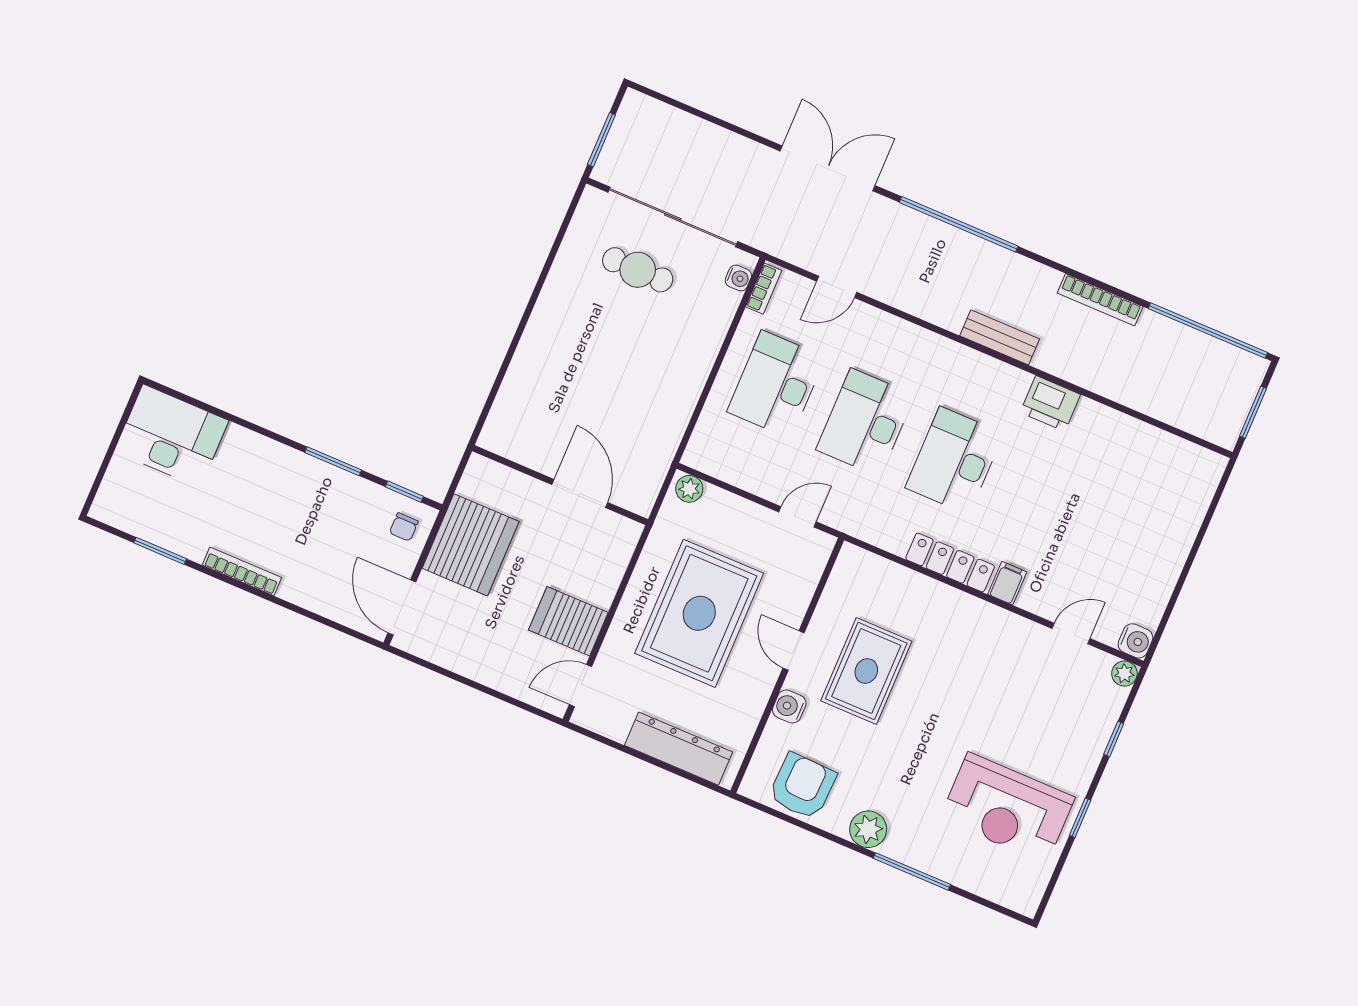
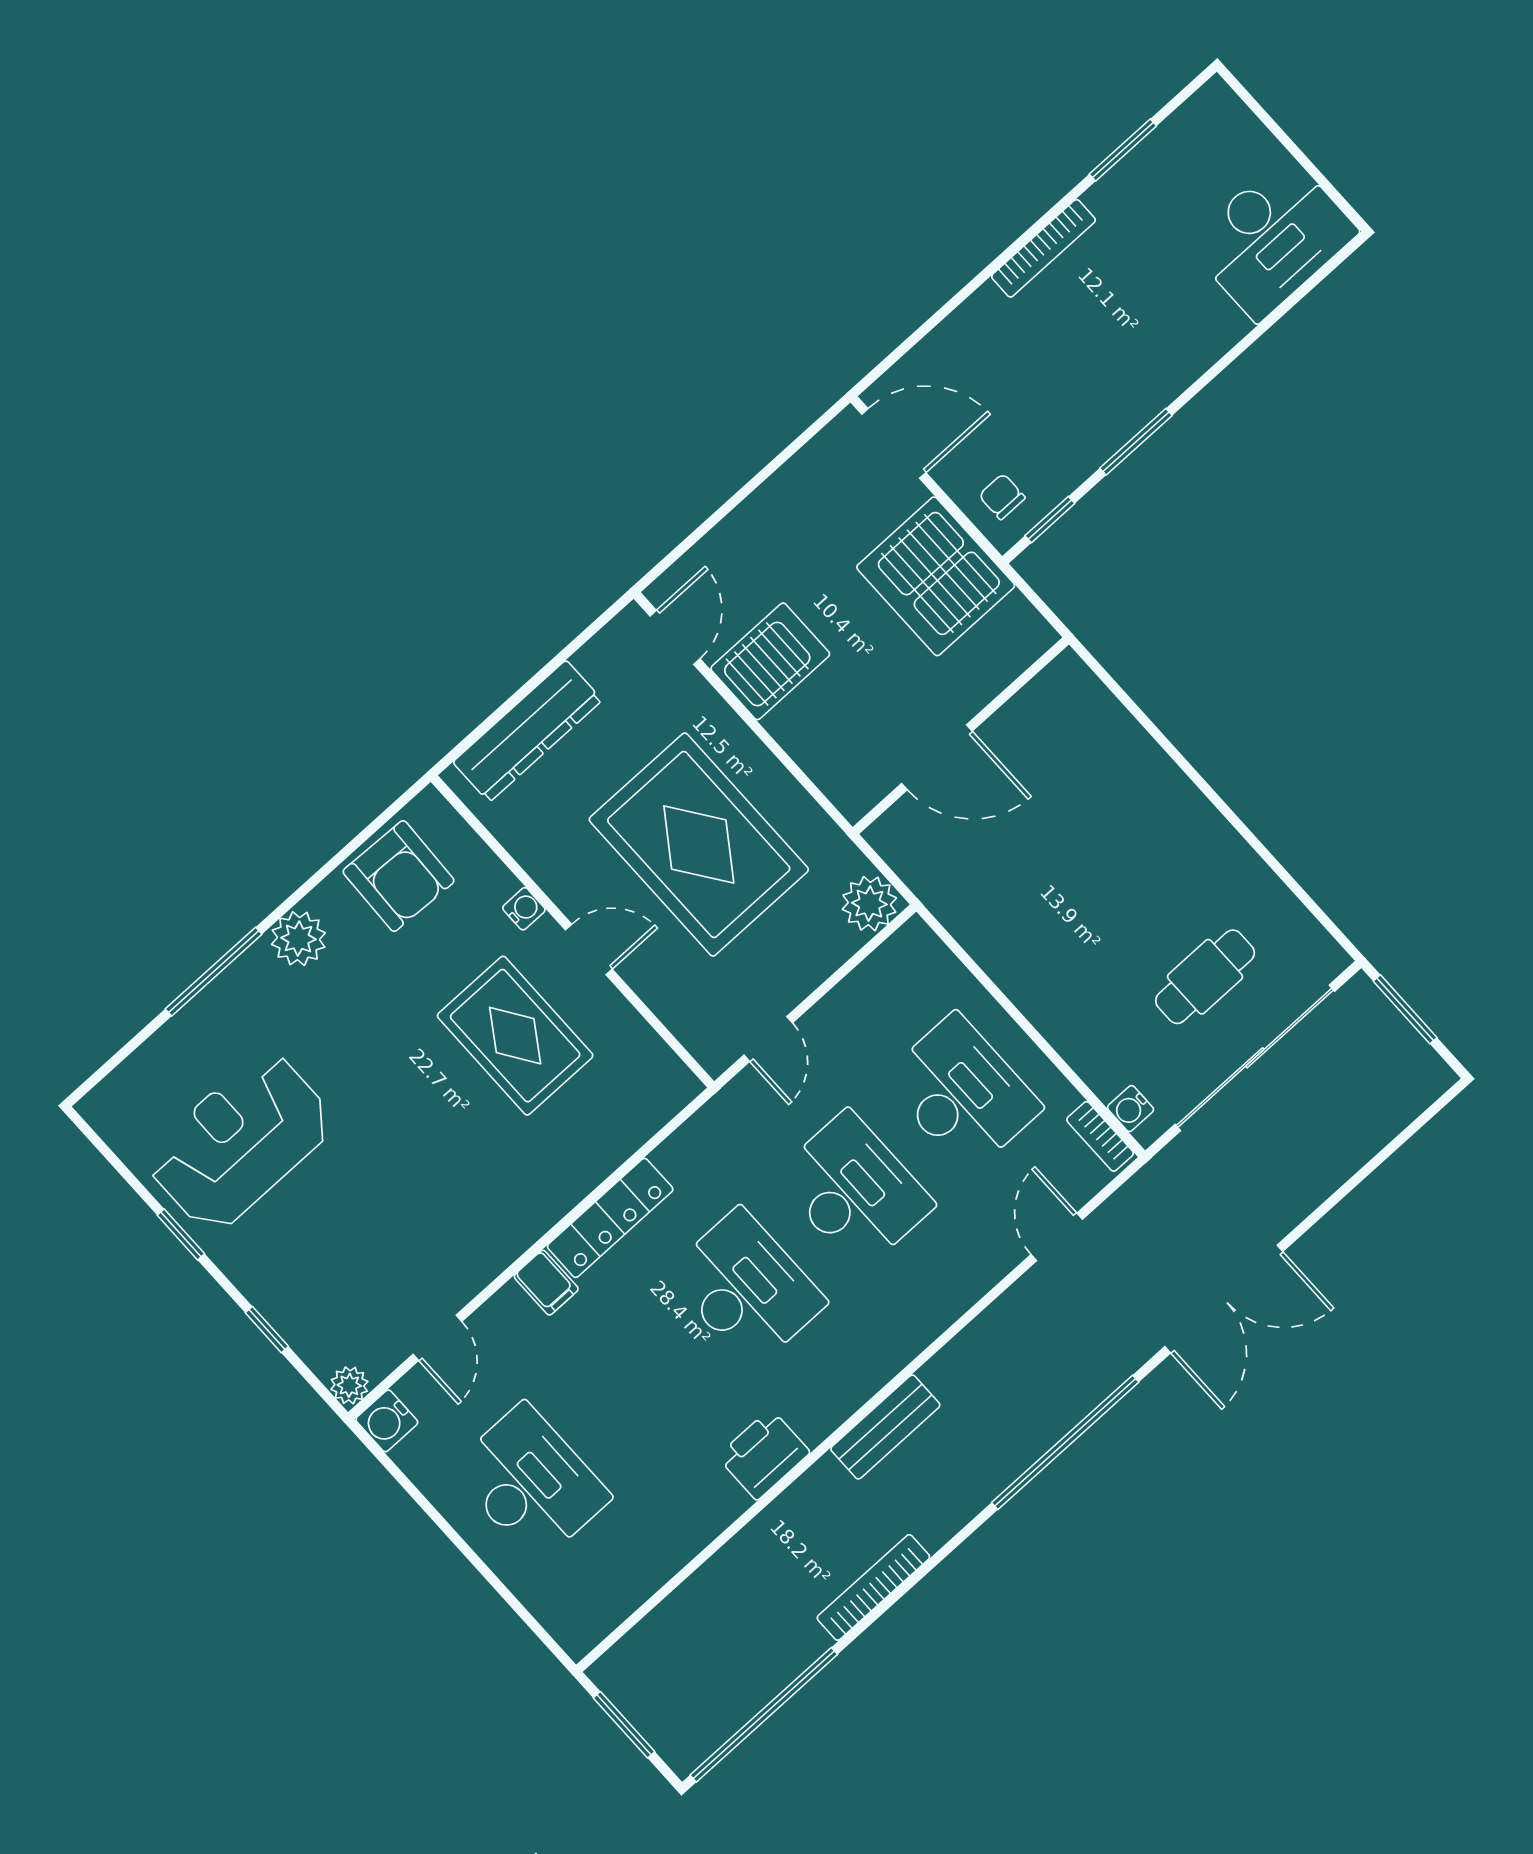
plant: (689, 489) -> (869, 904), width x1.38, depth x1.38
desk: (1133, 537) -> (531, 1483), added
water cooler: (789, 707) -> (524, 909), width x0.72, depth x0.72

